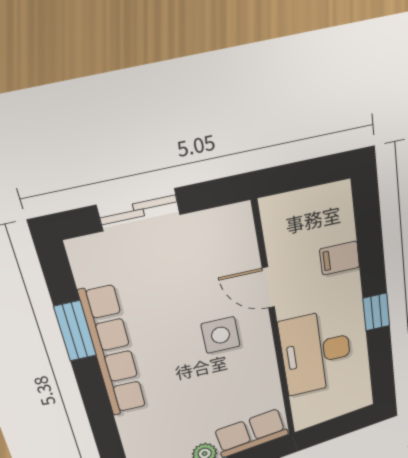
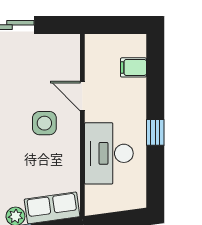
filing cabinet: (340, 258) -> (133, 67), moved

